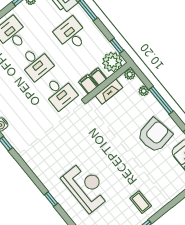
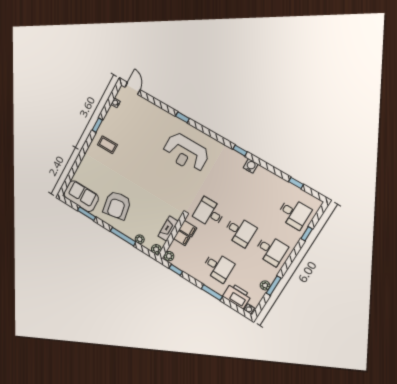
plant: (112, 62) -> (169, 256), width x0.53, depth x0.53
desk: (36, 63) -> (240, 231), turned 180
reception desk: (86, 187) -> (186, 153), moved

